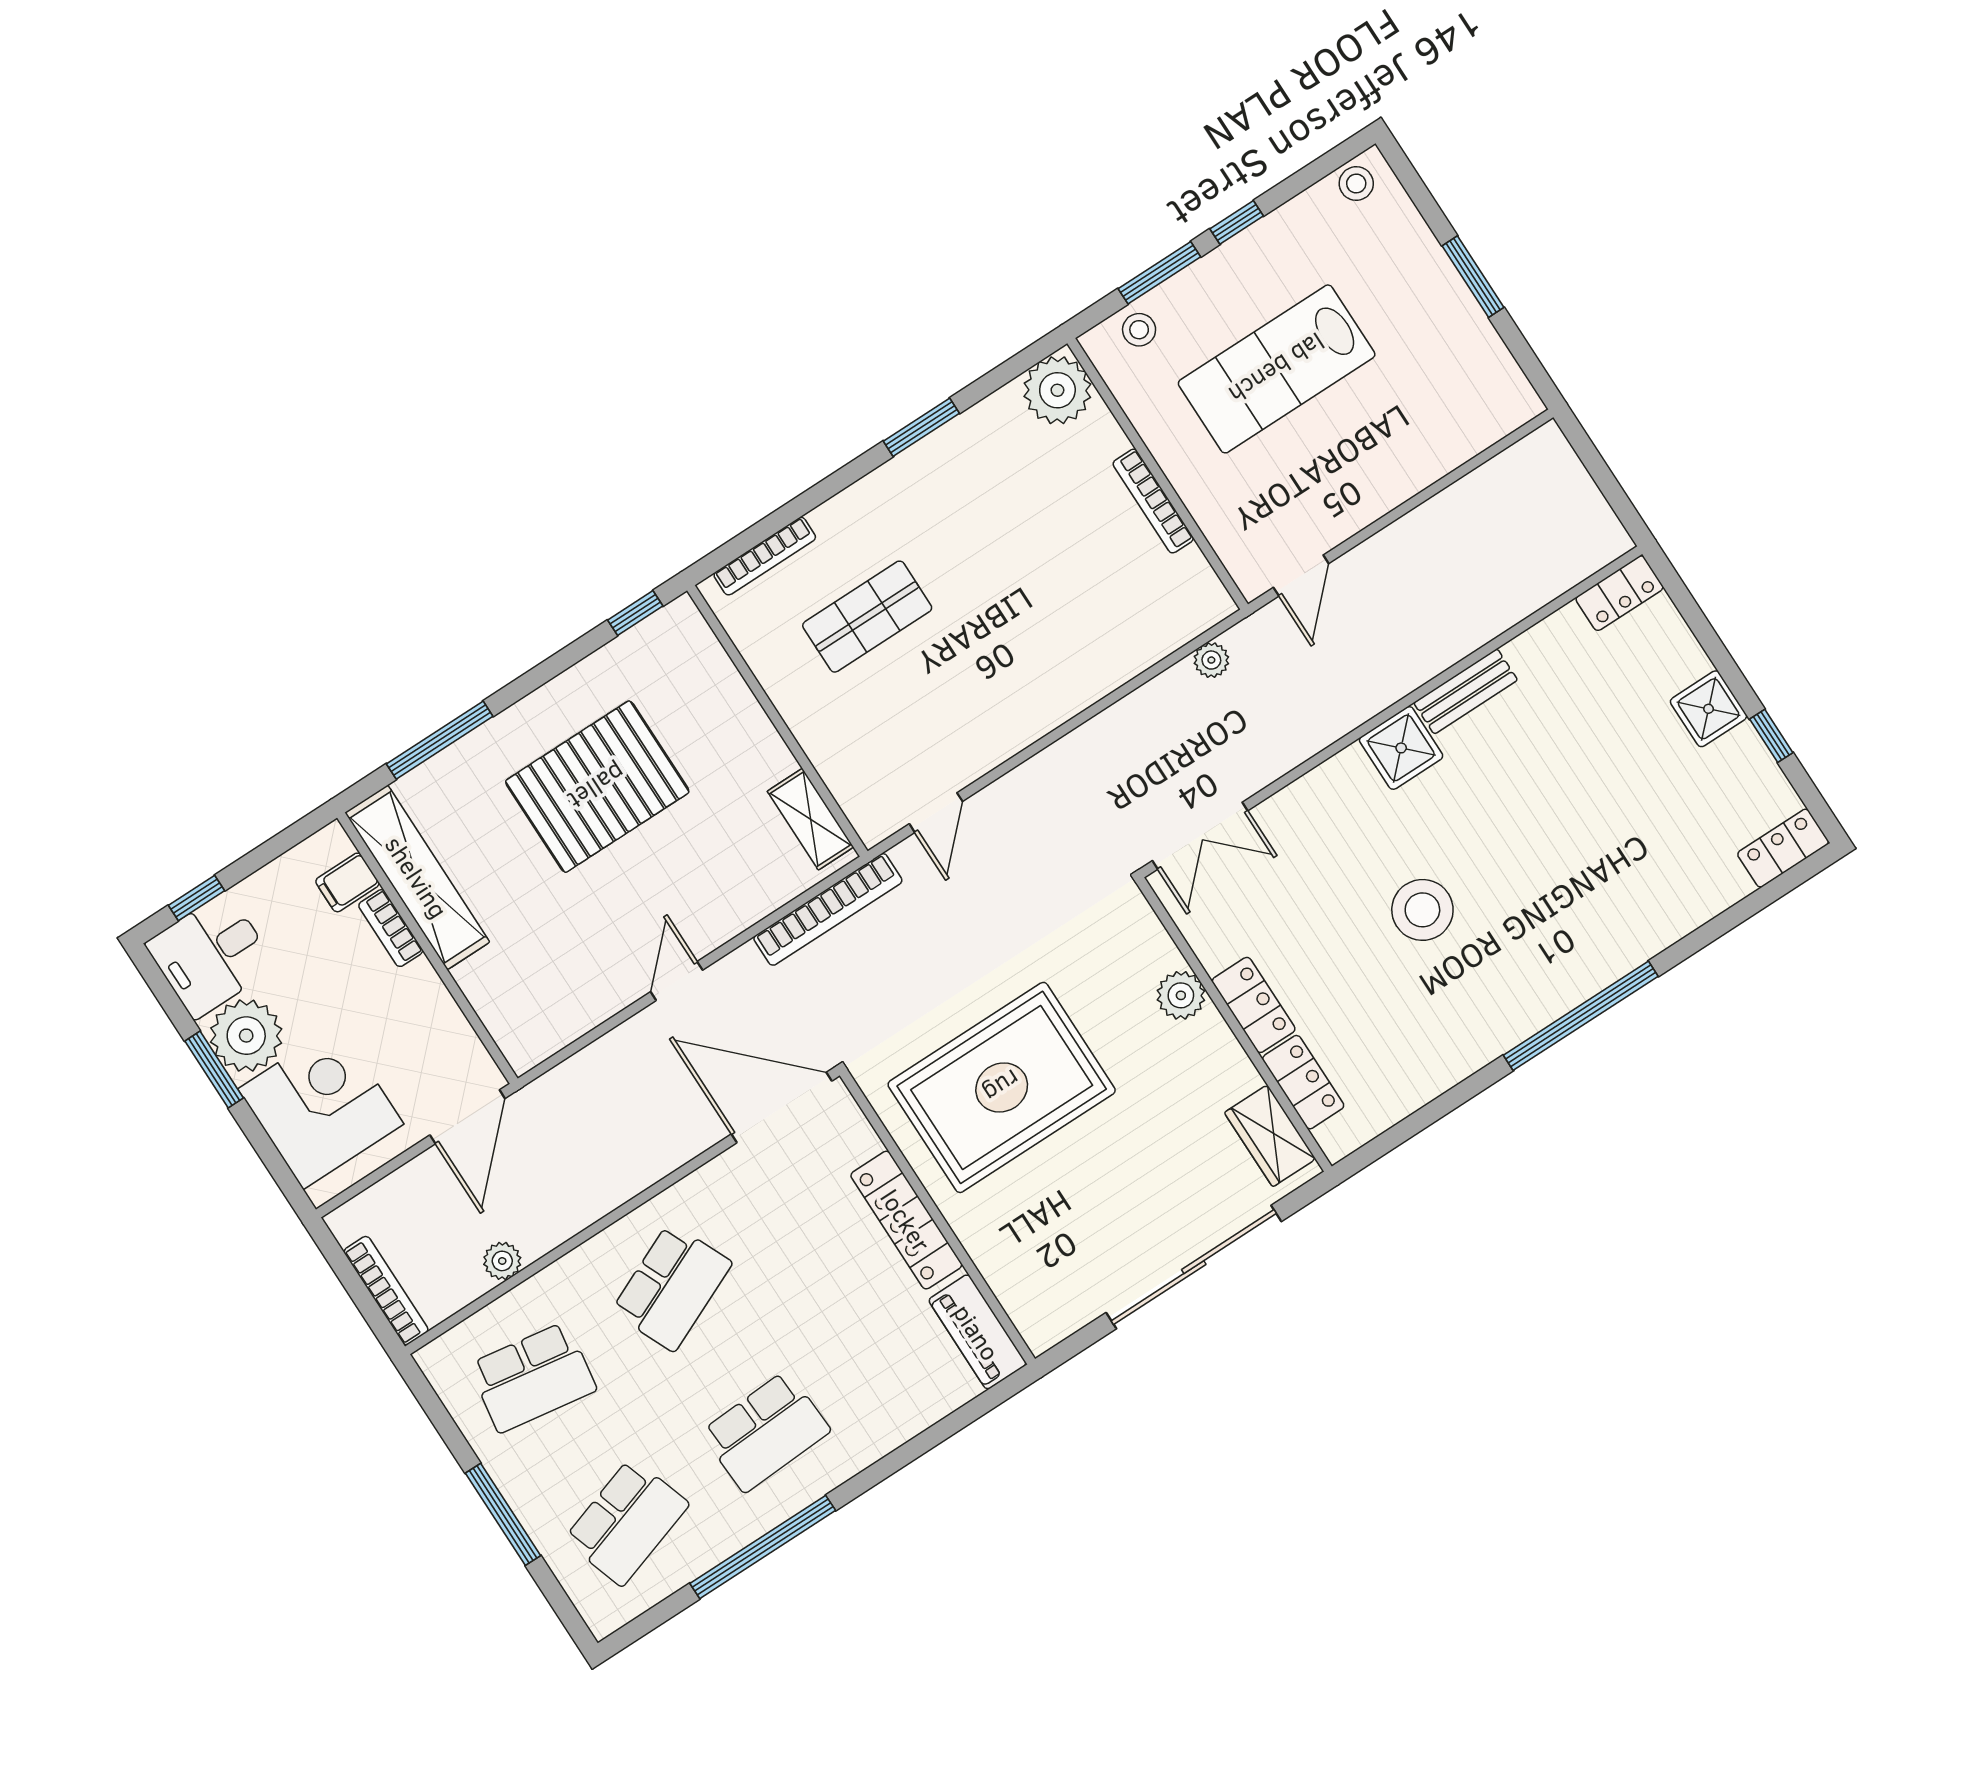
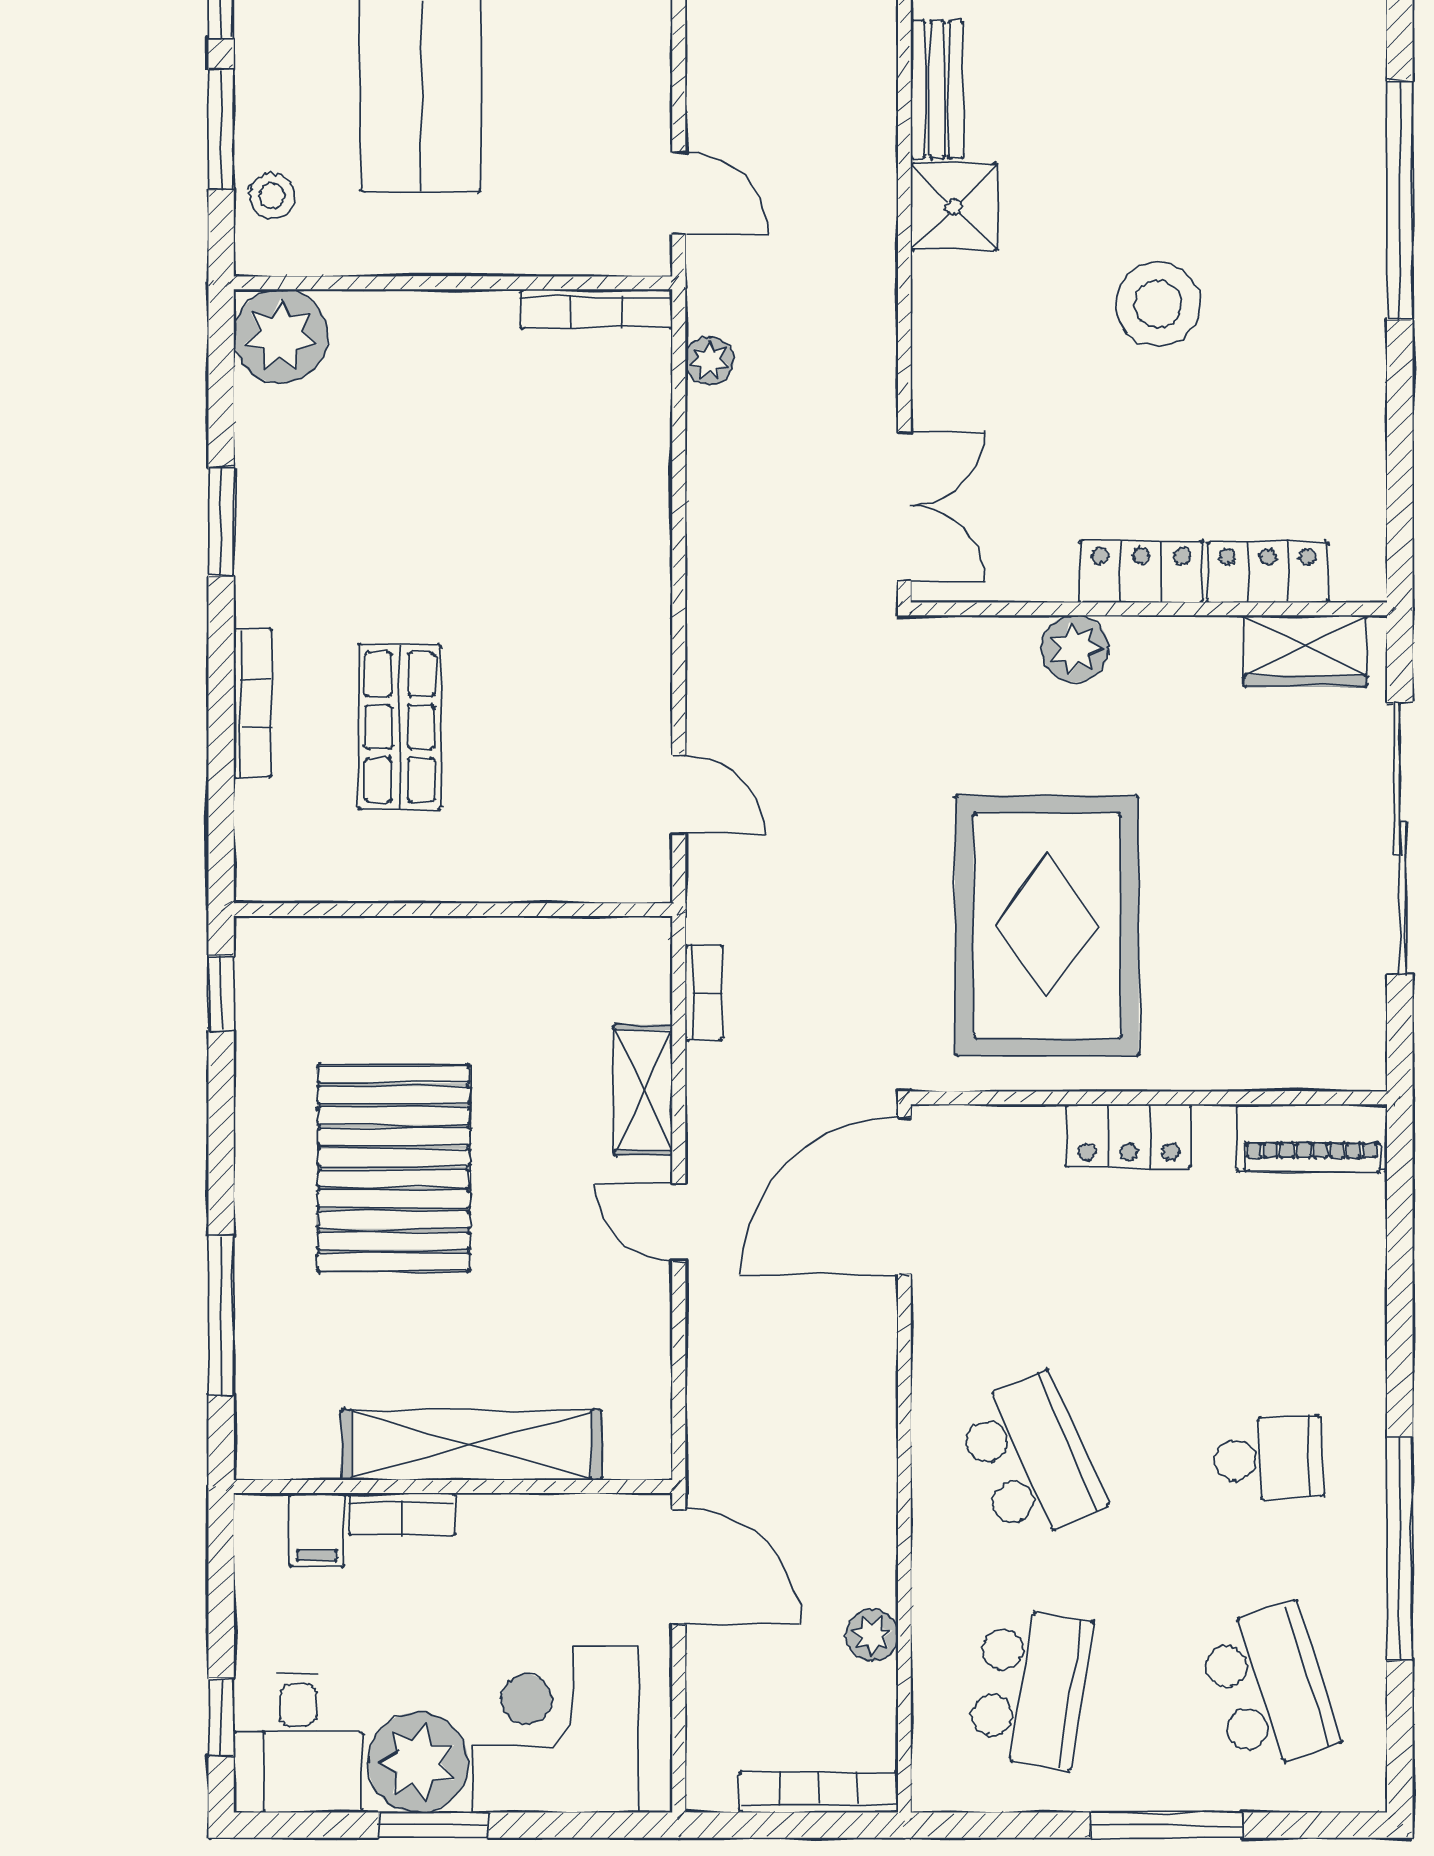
bookcase: (1153, 501) -> (596, 309), moved
bookcase: (765, 556) -> (253, 703), moved
shelving: (810, 819) -> (643, 1090), moved, turned 90
shelving: (417, 877) -> (471, 1445), moved
bookcase: (828, 909) -> (704, 993), width x0.43, depth x0.76
locker: (906, 1220) -> (1129, 1136), width x0.66
school desk: (766, 1432) -> (1268, 1458), width x0.54

